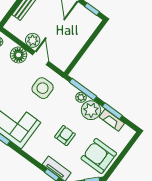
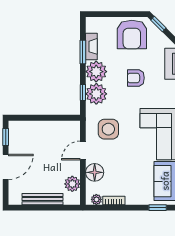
plant: (33, 40) -> (72, 184), moved
window: (83, 89) -> (83, 92), width x0.46
plant: (81, 97) -> (96, 94), width x1.88, depth x1.88

